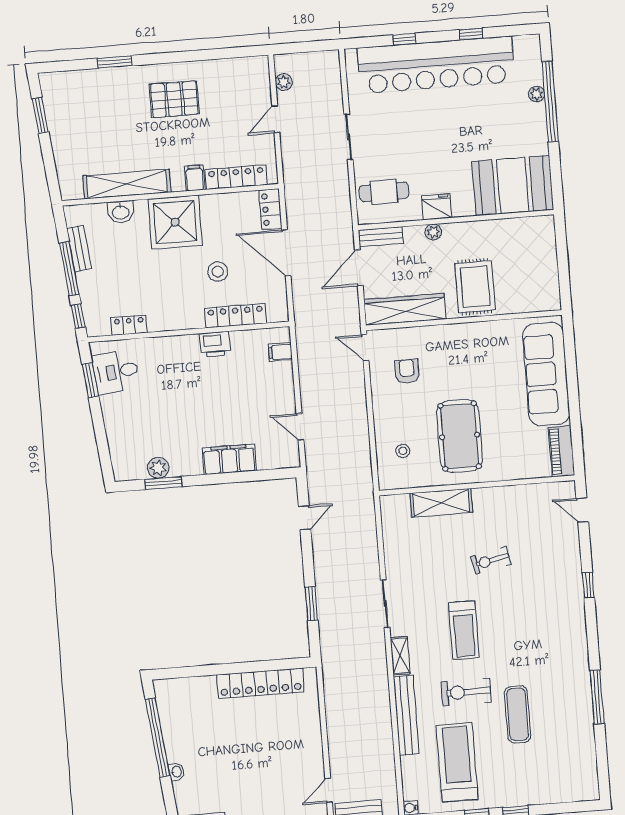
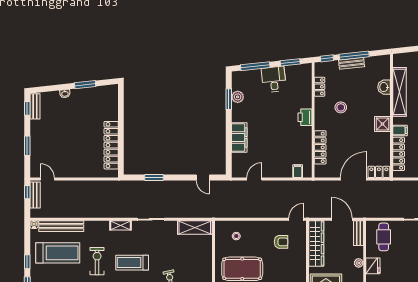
shower: (175, 222) -> (382, 124), width x0.54, depth x0.54
bench: (79, 249) -> (352, 63), moved
stool: (218, 272) -> (341, 107), moved
printer: (215, 344) -> (305, 117), moved
desk: (116, 372) -> (274, 79), moved
window: (102, 441) -> (255, 66), added
shelving: (441, 503) -> (195, 228), moved, turned 90
bench: (406, 715) -> (61, 226), moved
window: (158, 737) -> (85, 85), width x0.47

